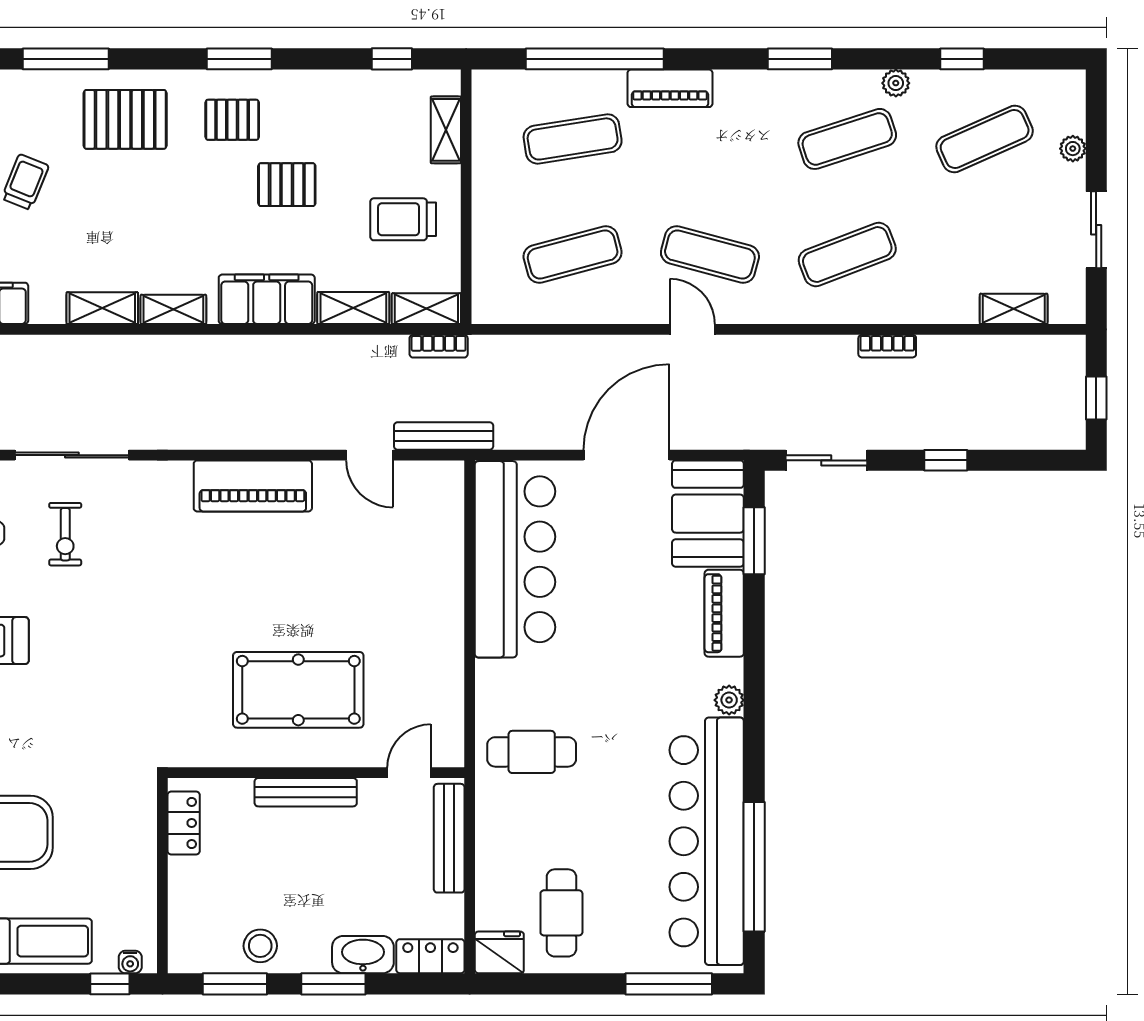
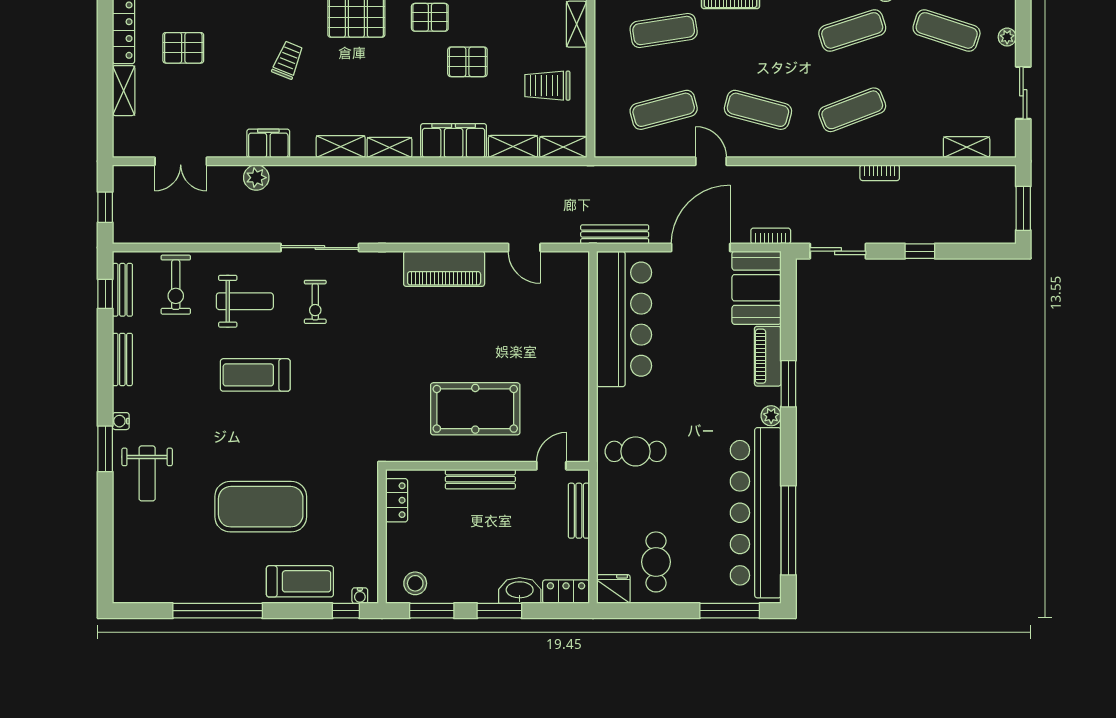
exercise mat: (985, 139) -> (947, 30), turned 42
door: (692, 329) -> (711, 161), moved
bookcase: (439, 346) -> (771, 236), moved, turned 180
window: (1096, 398) -> (1023, 208), width x1.50
bench: (444, 436) -> (615, 234), moved
window: (754, 541) -> (788, 384), moved
bench: (449, 838) -> (579, 511), width x0.73
stool: (260, 946) -> (415, 583), moved

